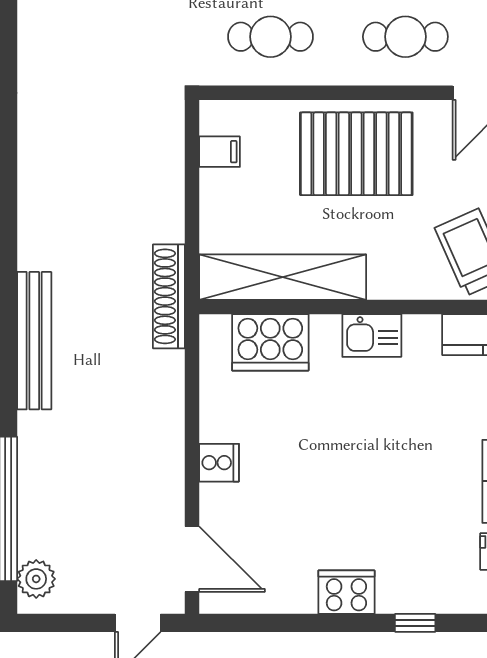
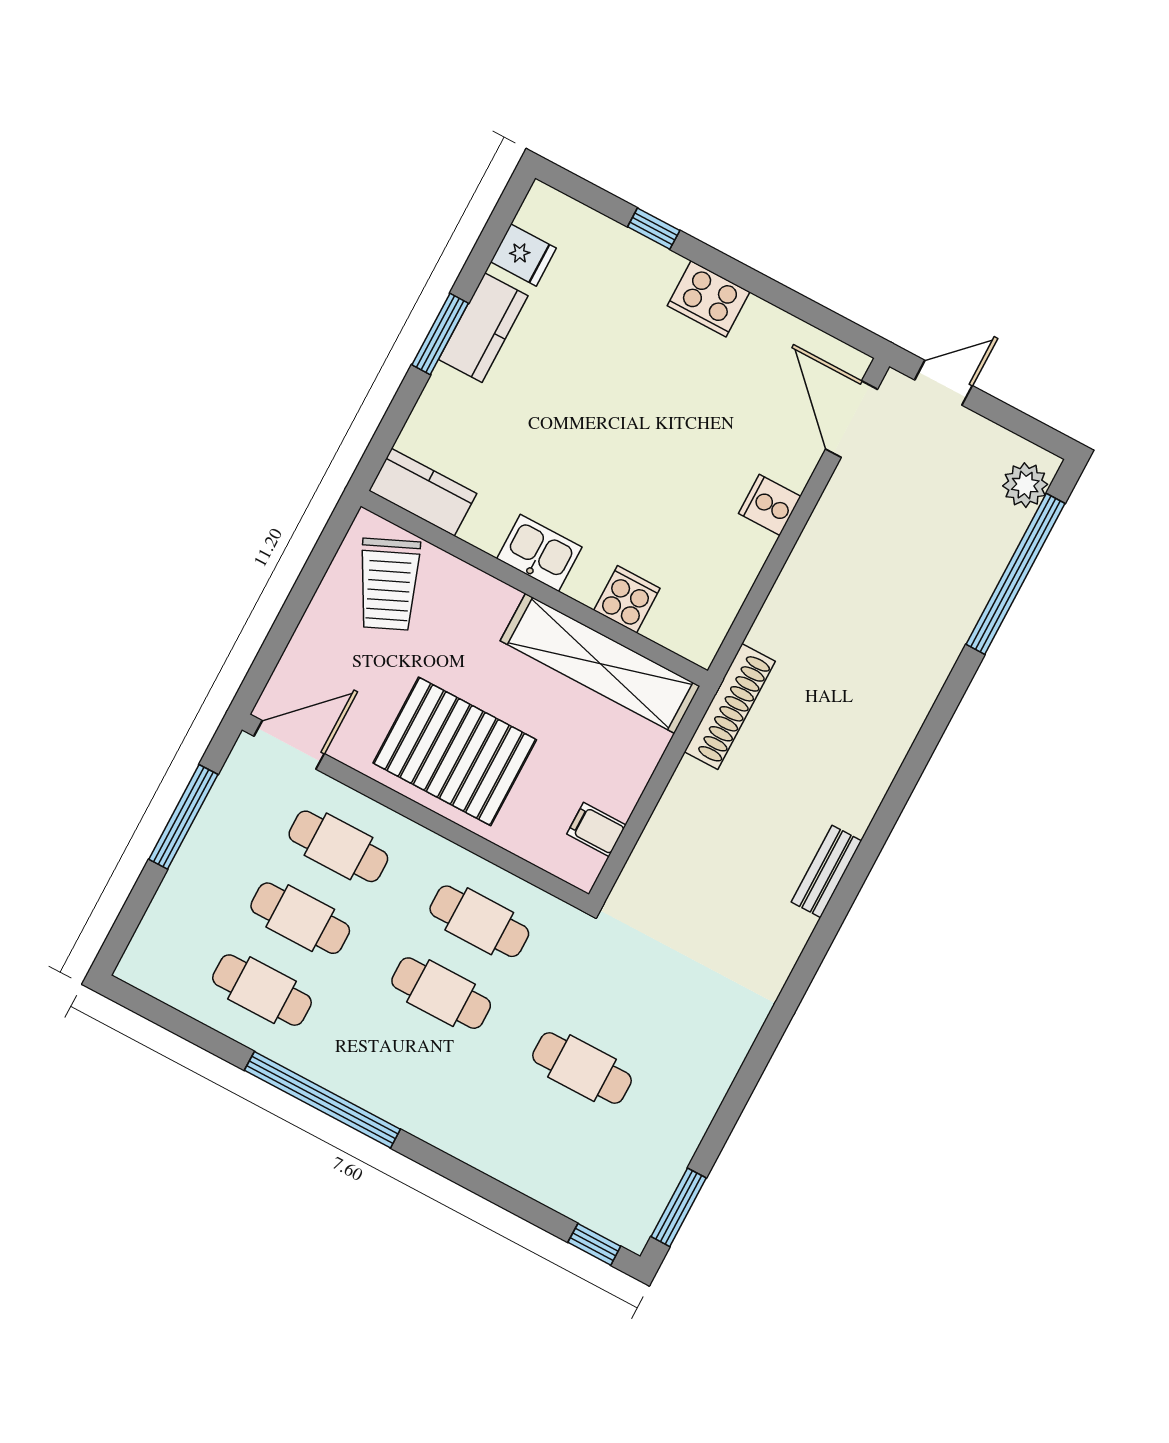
bench: (34, 341) -> (826, 871), moved, width x0.54, depth x0.82
cooker: (270, 342) -> (627, 599), width x0.53, depth x0.76

